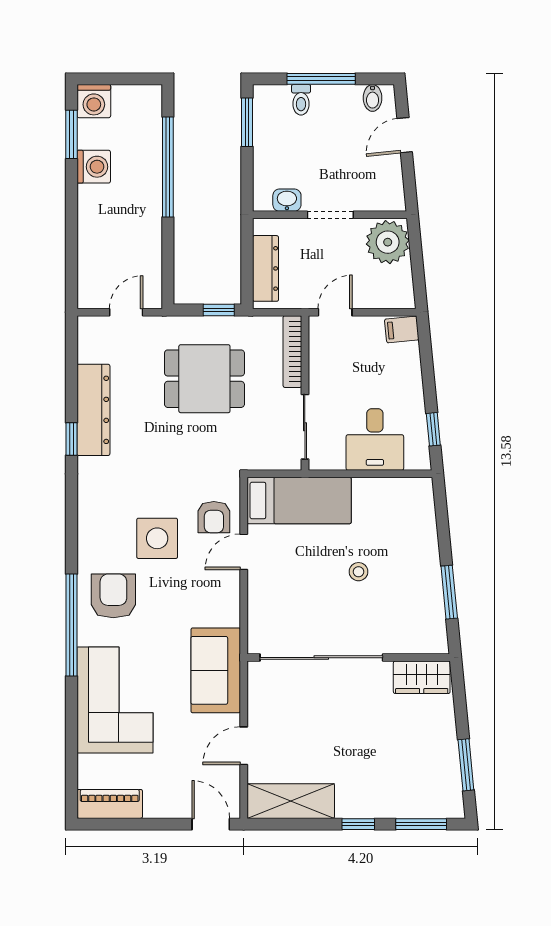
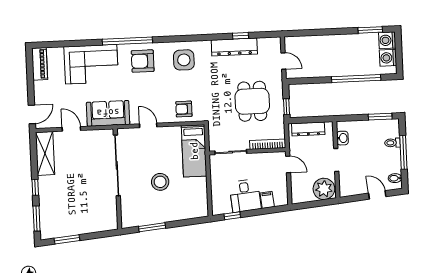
washing machine: (94, 167) -> (388, 58), moved, turned 90
filing cabinet: (402, 329) -> (267, 200), moved
window: (72, 439) -> (241, 36), moved
desk: (375, 440) -> (245, 196), moved, turned -96
side table: (157, 538) -> (184, 60), moved
door: (244, 552) -> (148, 125), moved
stool: (359, 572) -> (160, 182), width x1.89, depth x1.89
armchair: (113, 596) -> (143, 61), turned 180
wardrobe: (422, 677) -> (109, 216), removed

